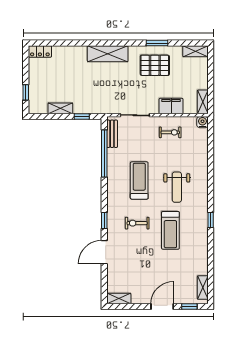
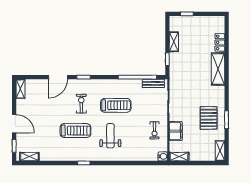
locker: (40, 51) -> (220, 42), moved
shelving: (108, 54) -> (218, 69), moved
weight bench: (177, 187) -> (110, 136), turned 90
treadmill: (170, 230) -> (75, 131), turned 180
door: (104, 252) -> (58, 77), swing flipped

